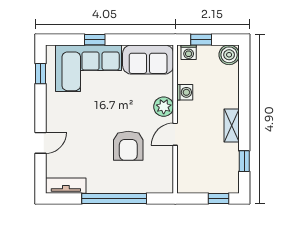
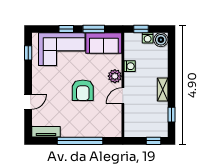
window: (134, 40) -> (94, 29), added
washing machine: (189, 52) -> (148, 38), moved
armchair: (128, 146) -> (83, 90), moved

